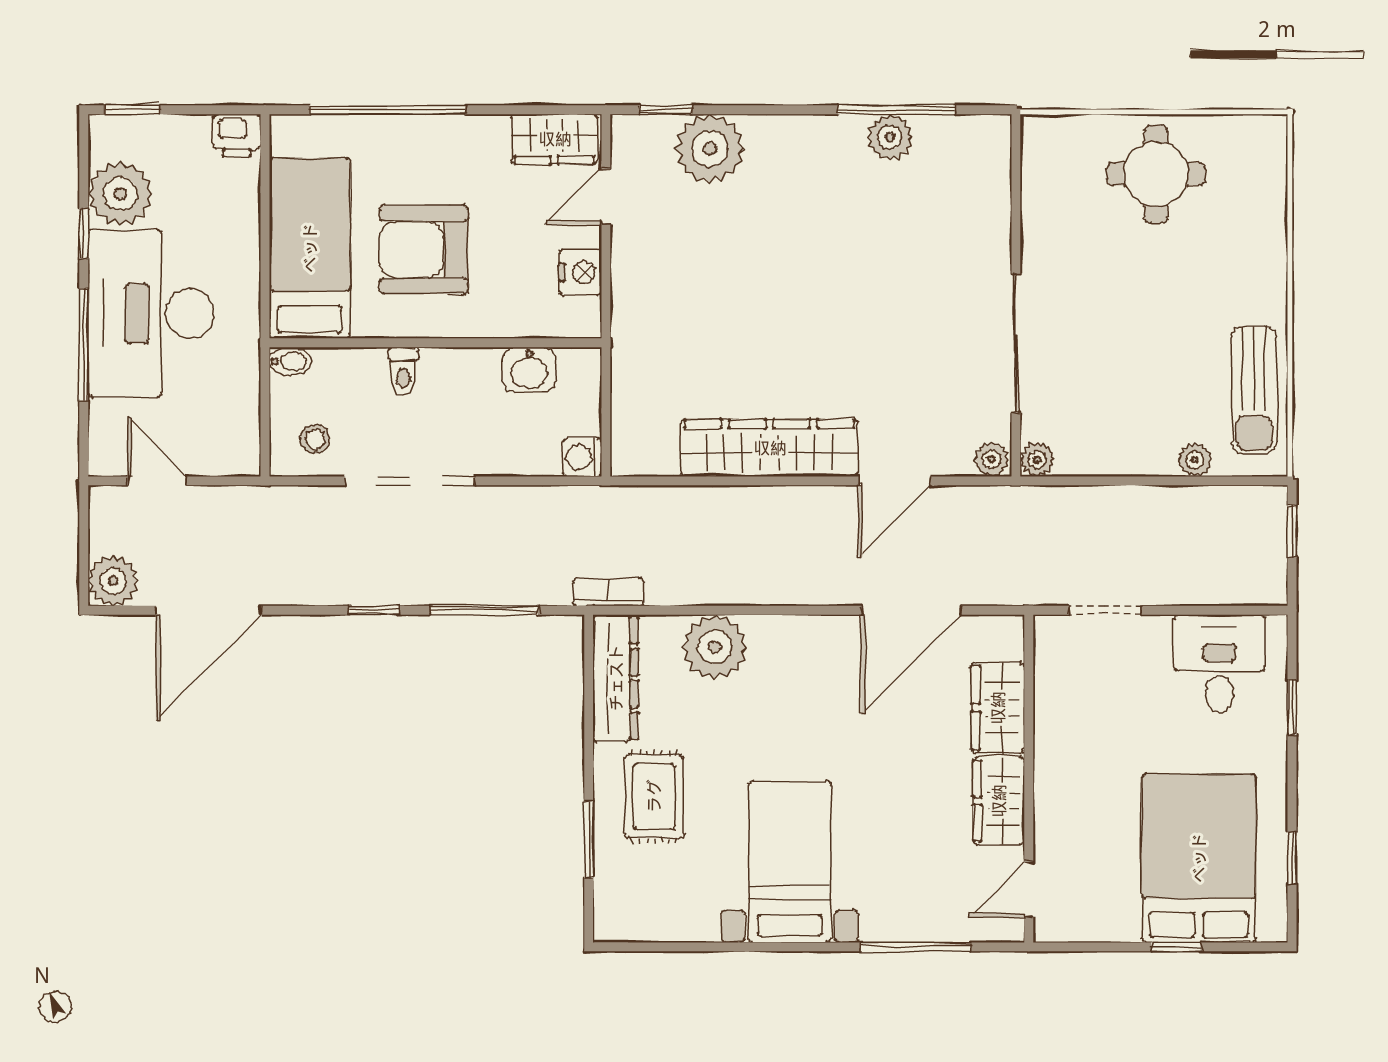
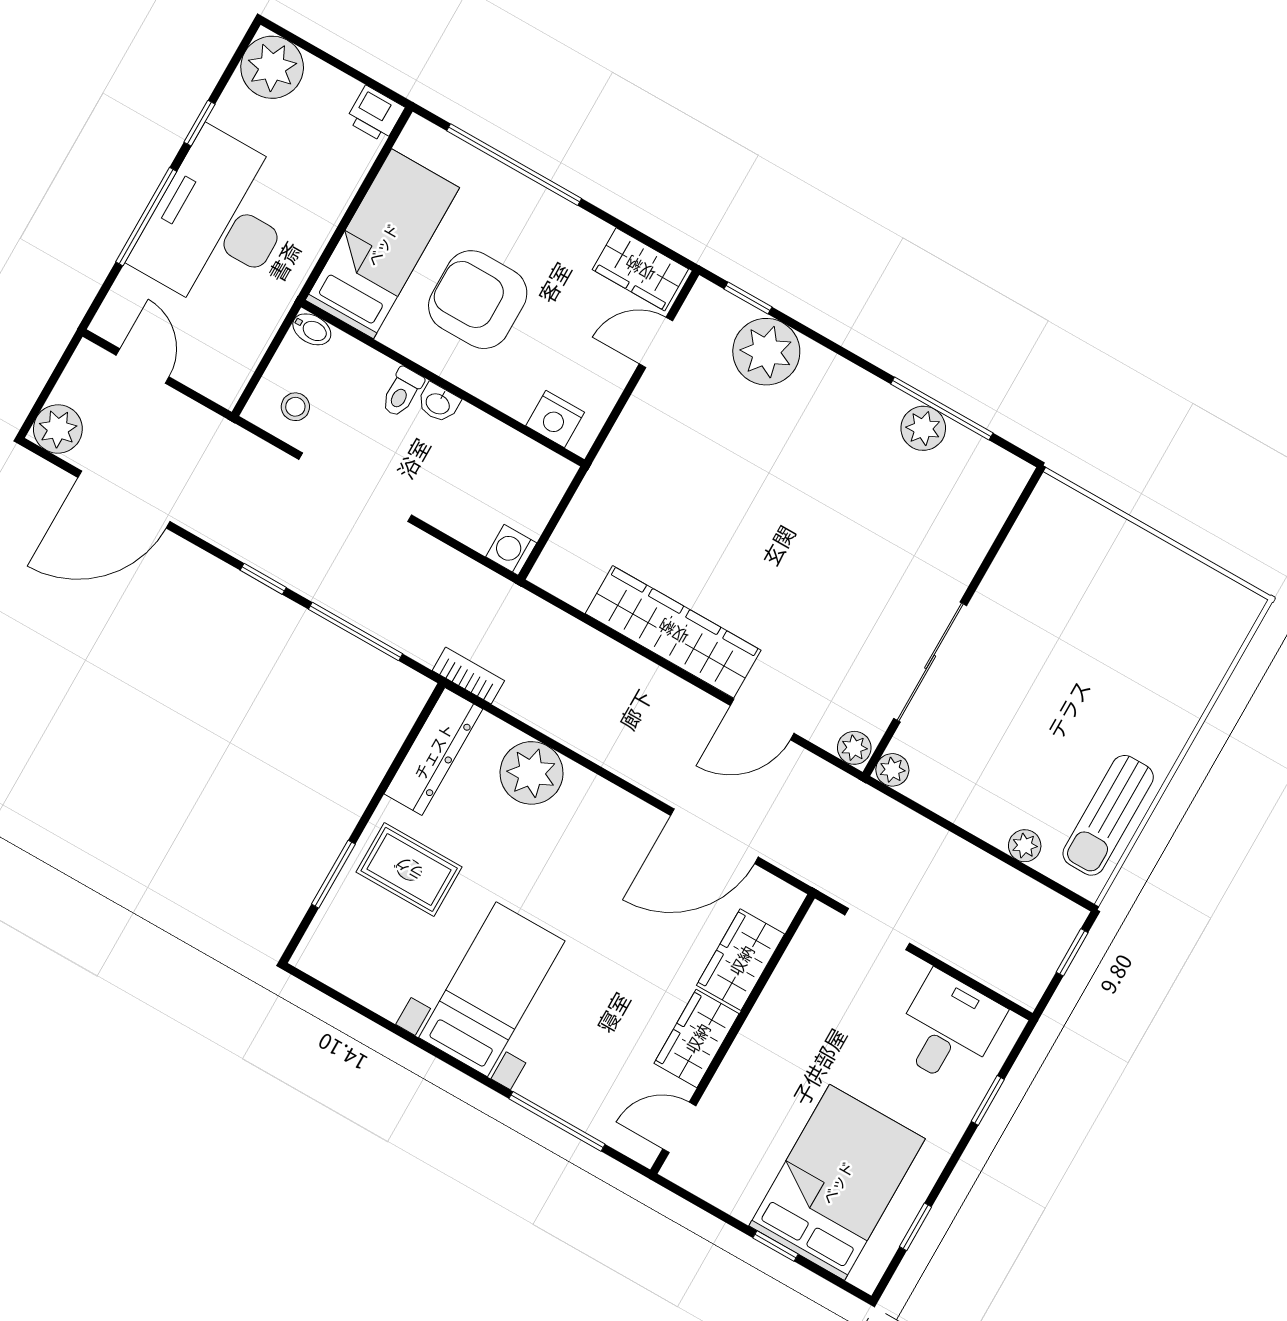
window: (132, 110) -> (300, 42), removed
round table: (1156, 174) -> (1129, 587), removed
plant: (120, 194) -> (272, 67), moved
nightstand: (580, 272) -> (555, 419), moved, turned 90
washbasin: (529, 370) -> (438, 403), moved, width x0.72, depth x0.69
rug: (654, 796) -> (409, 869), turned 90

